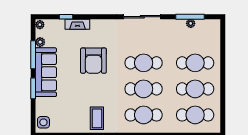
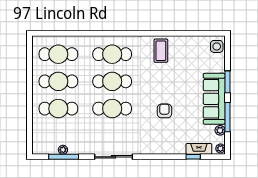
fireplace: (77, 24) -> (199, 149), moved
armchair: (93, 61) -> (164, 111), width x0.53, depth x0.53

